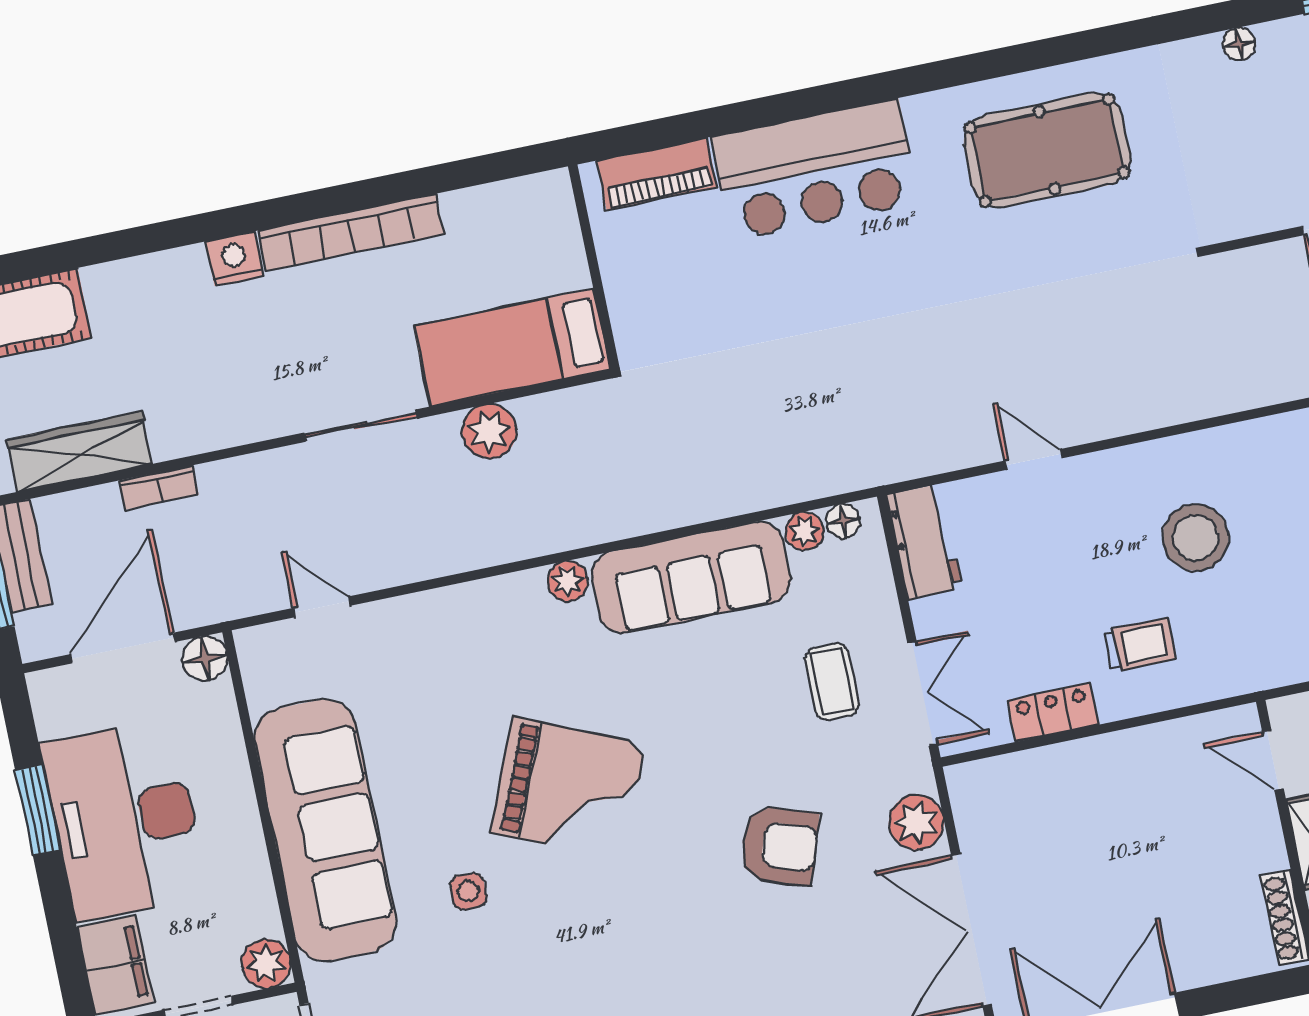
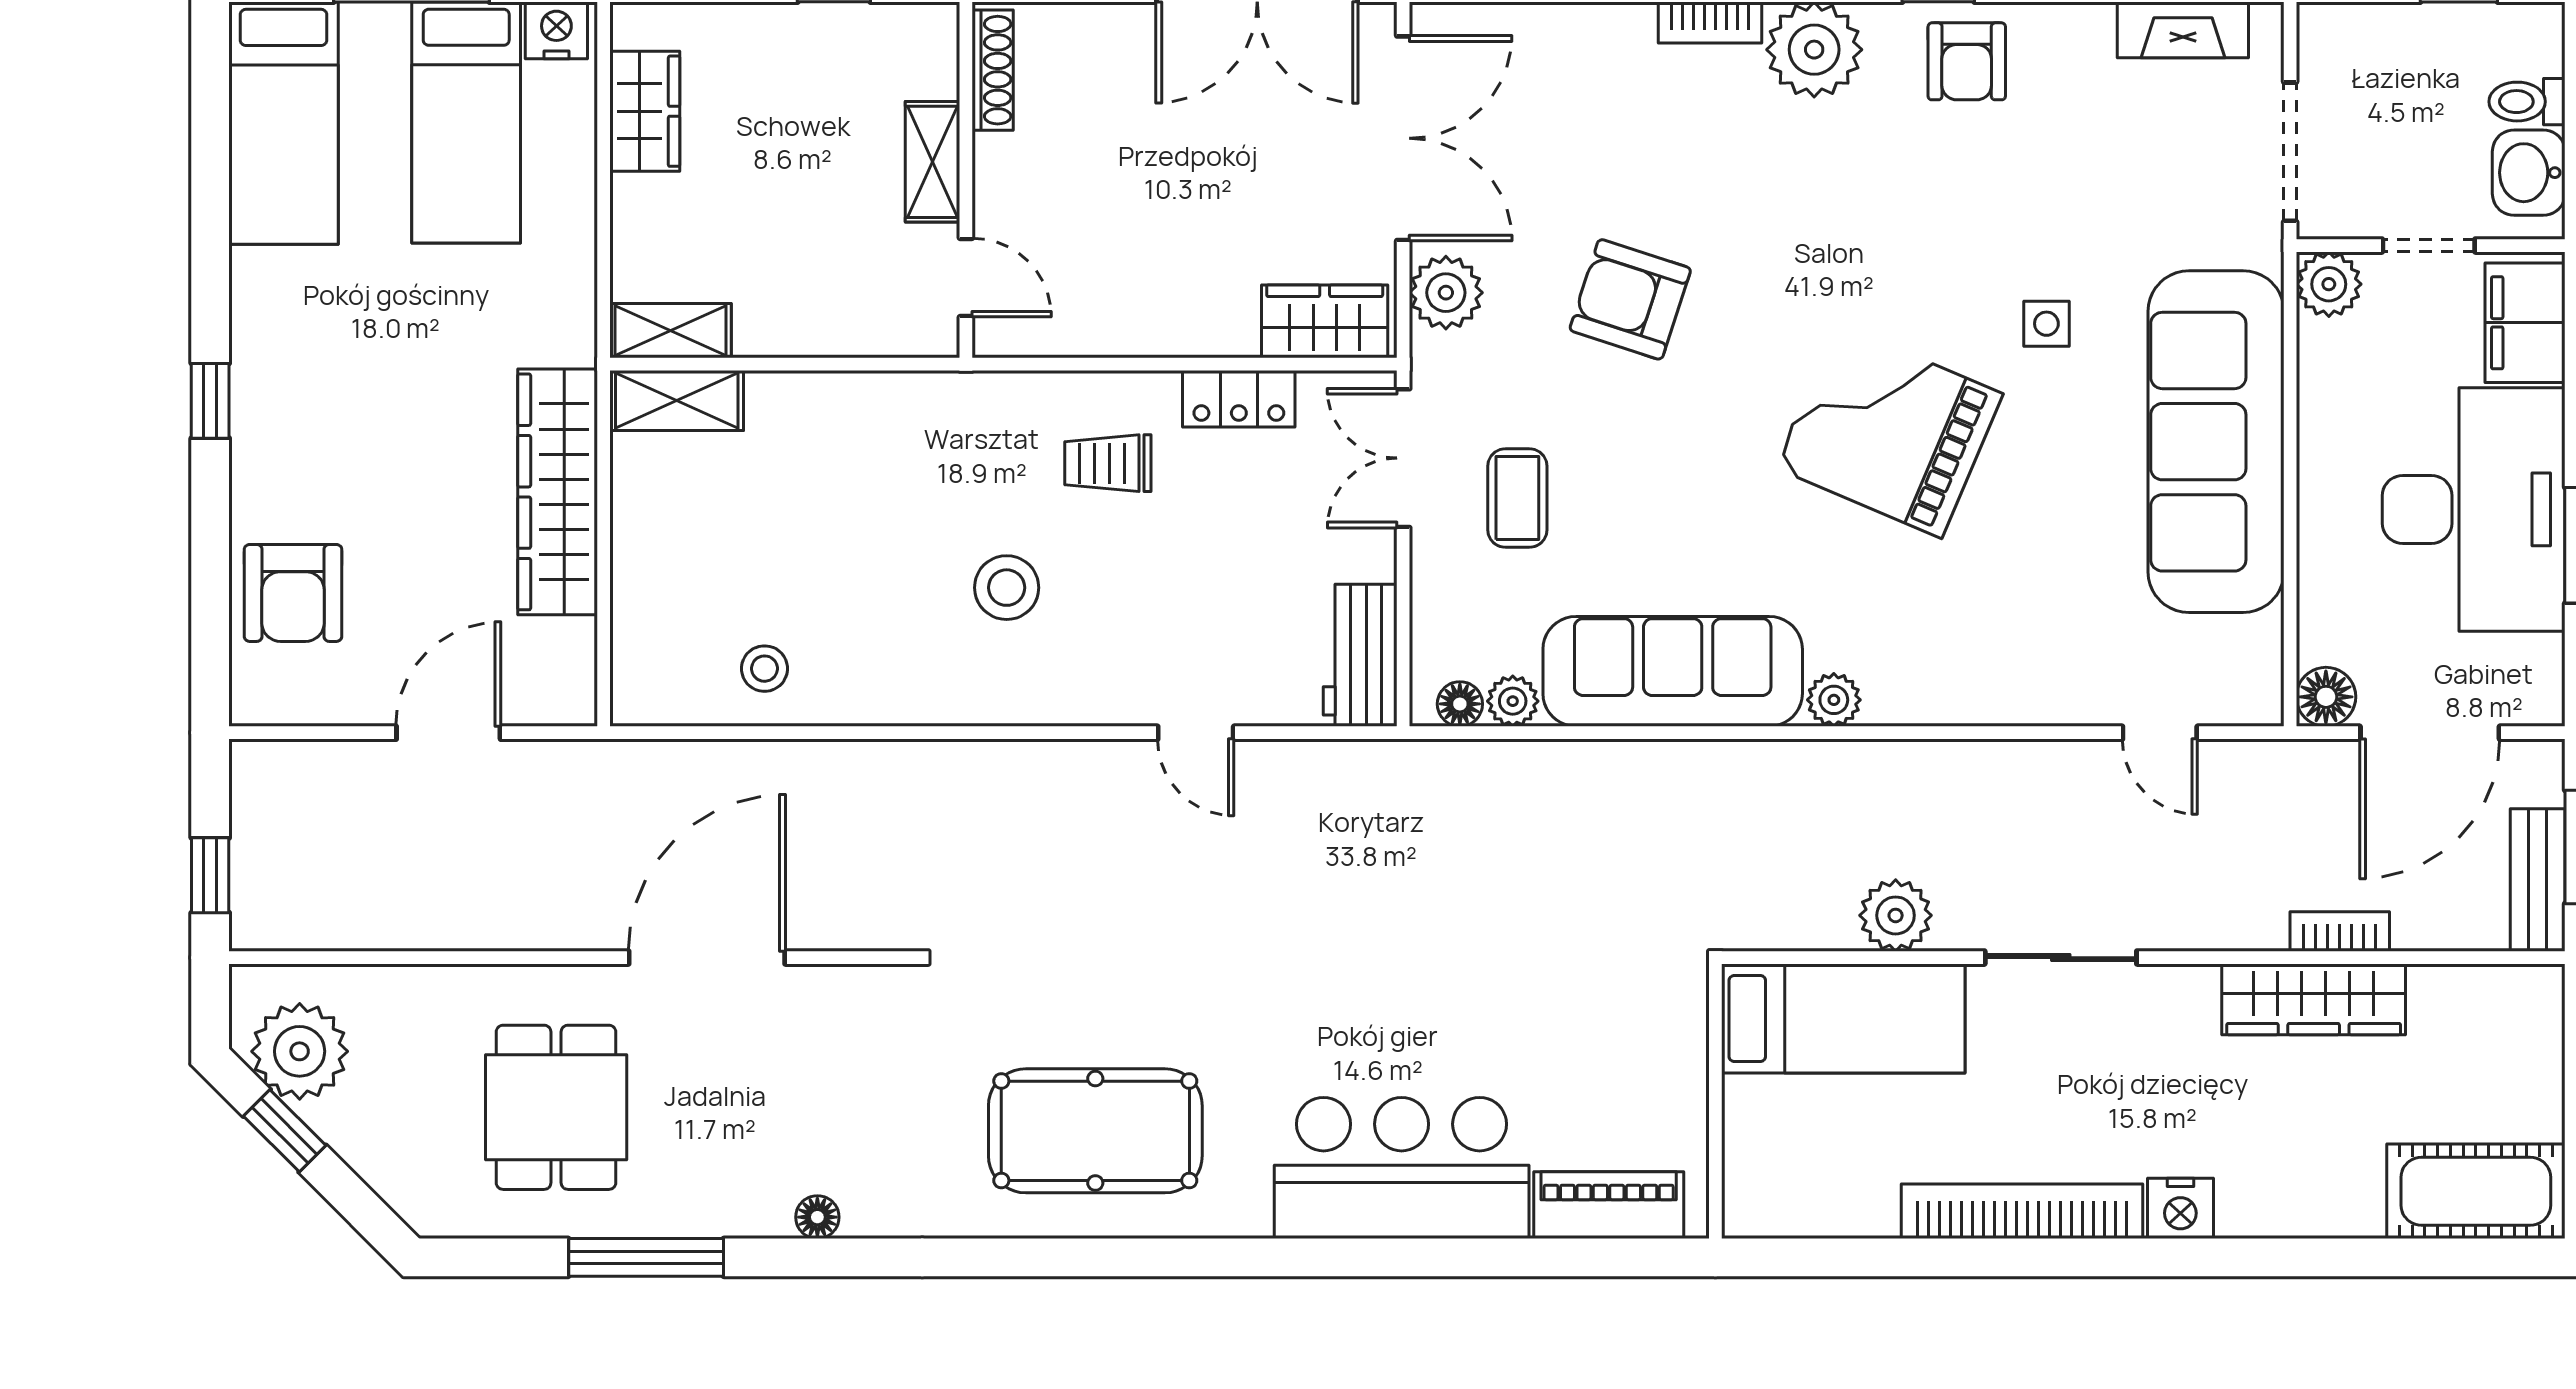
wardrobe: (79, 452) -> (2314, 999), moved
stool: (1195, 538) -> (1007, 588), width x0.73, depth x0.73
wardrobe: (1001, 783) -> (1325, 321), added

